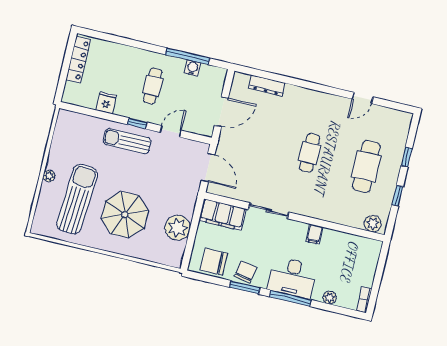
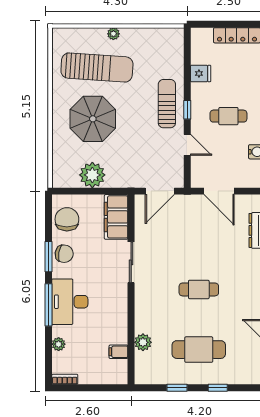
plant: (373, 224) -> (143, 342), moved
filing cabinet: (314, 234) -> (118, 352), moved

